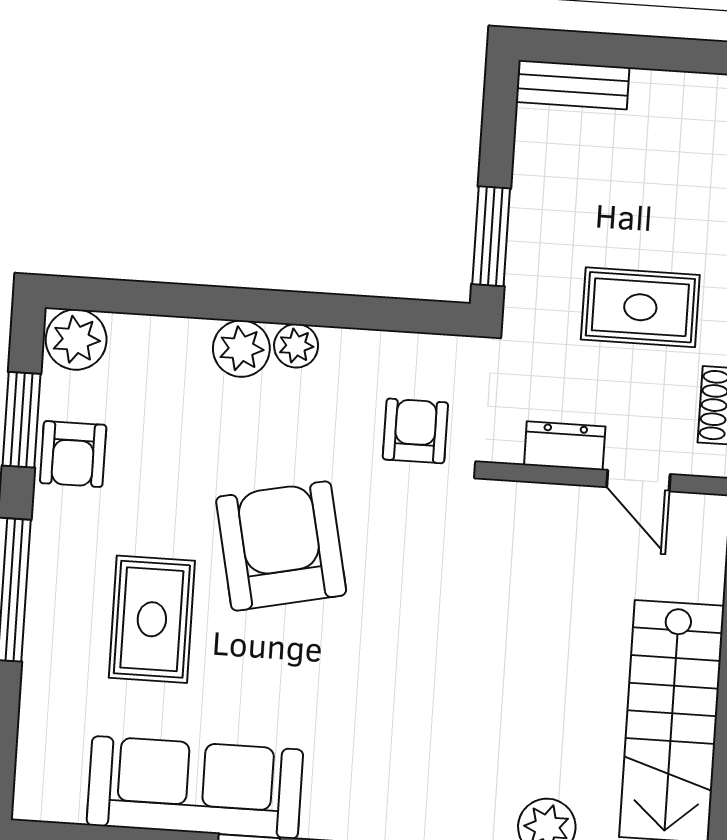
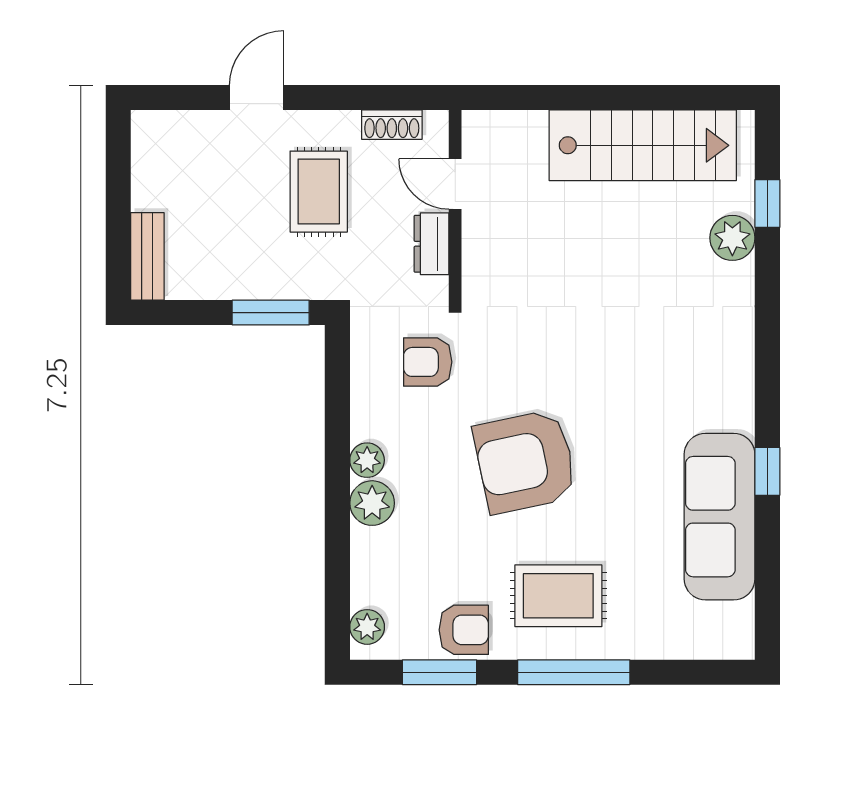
plant: (76, 340) -> (367, 627), width x0.73, depth x0.73
door: (638, 481) -> (455, 184), swing flipped
rug: (152, 619) -> (558, 596), moved

